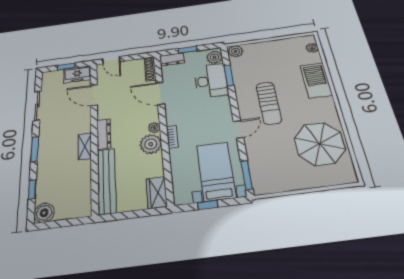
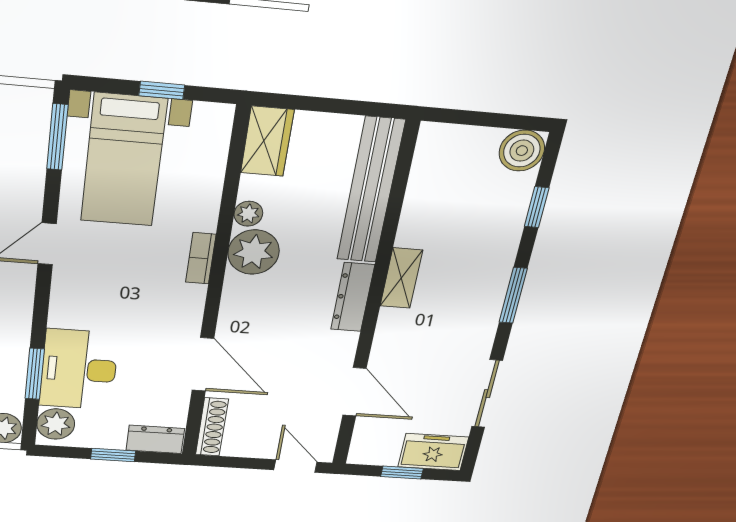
freezer: (77, 74) -> (433, 452), moved
plant: (154, 128) -> (248, 214), moved

